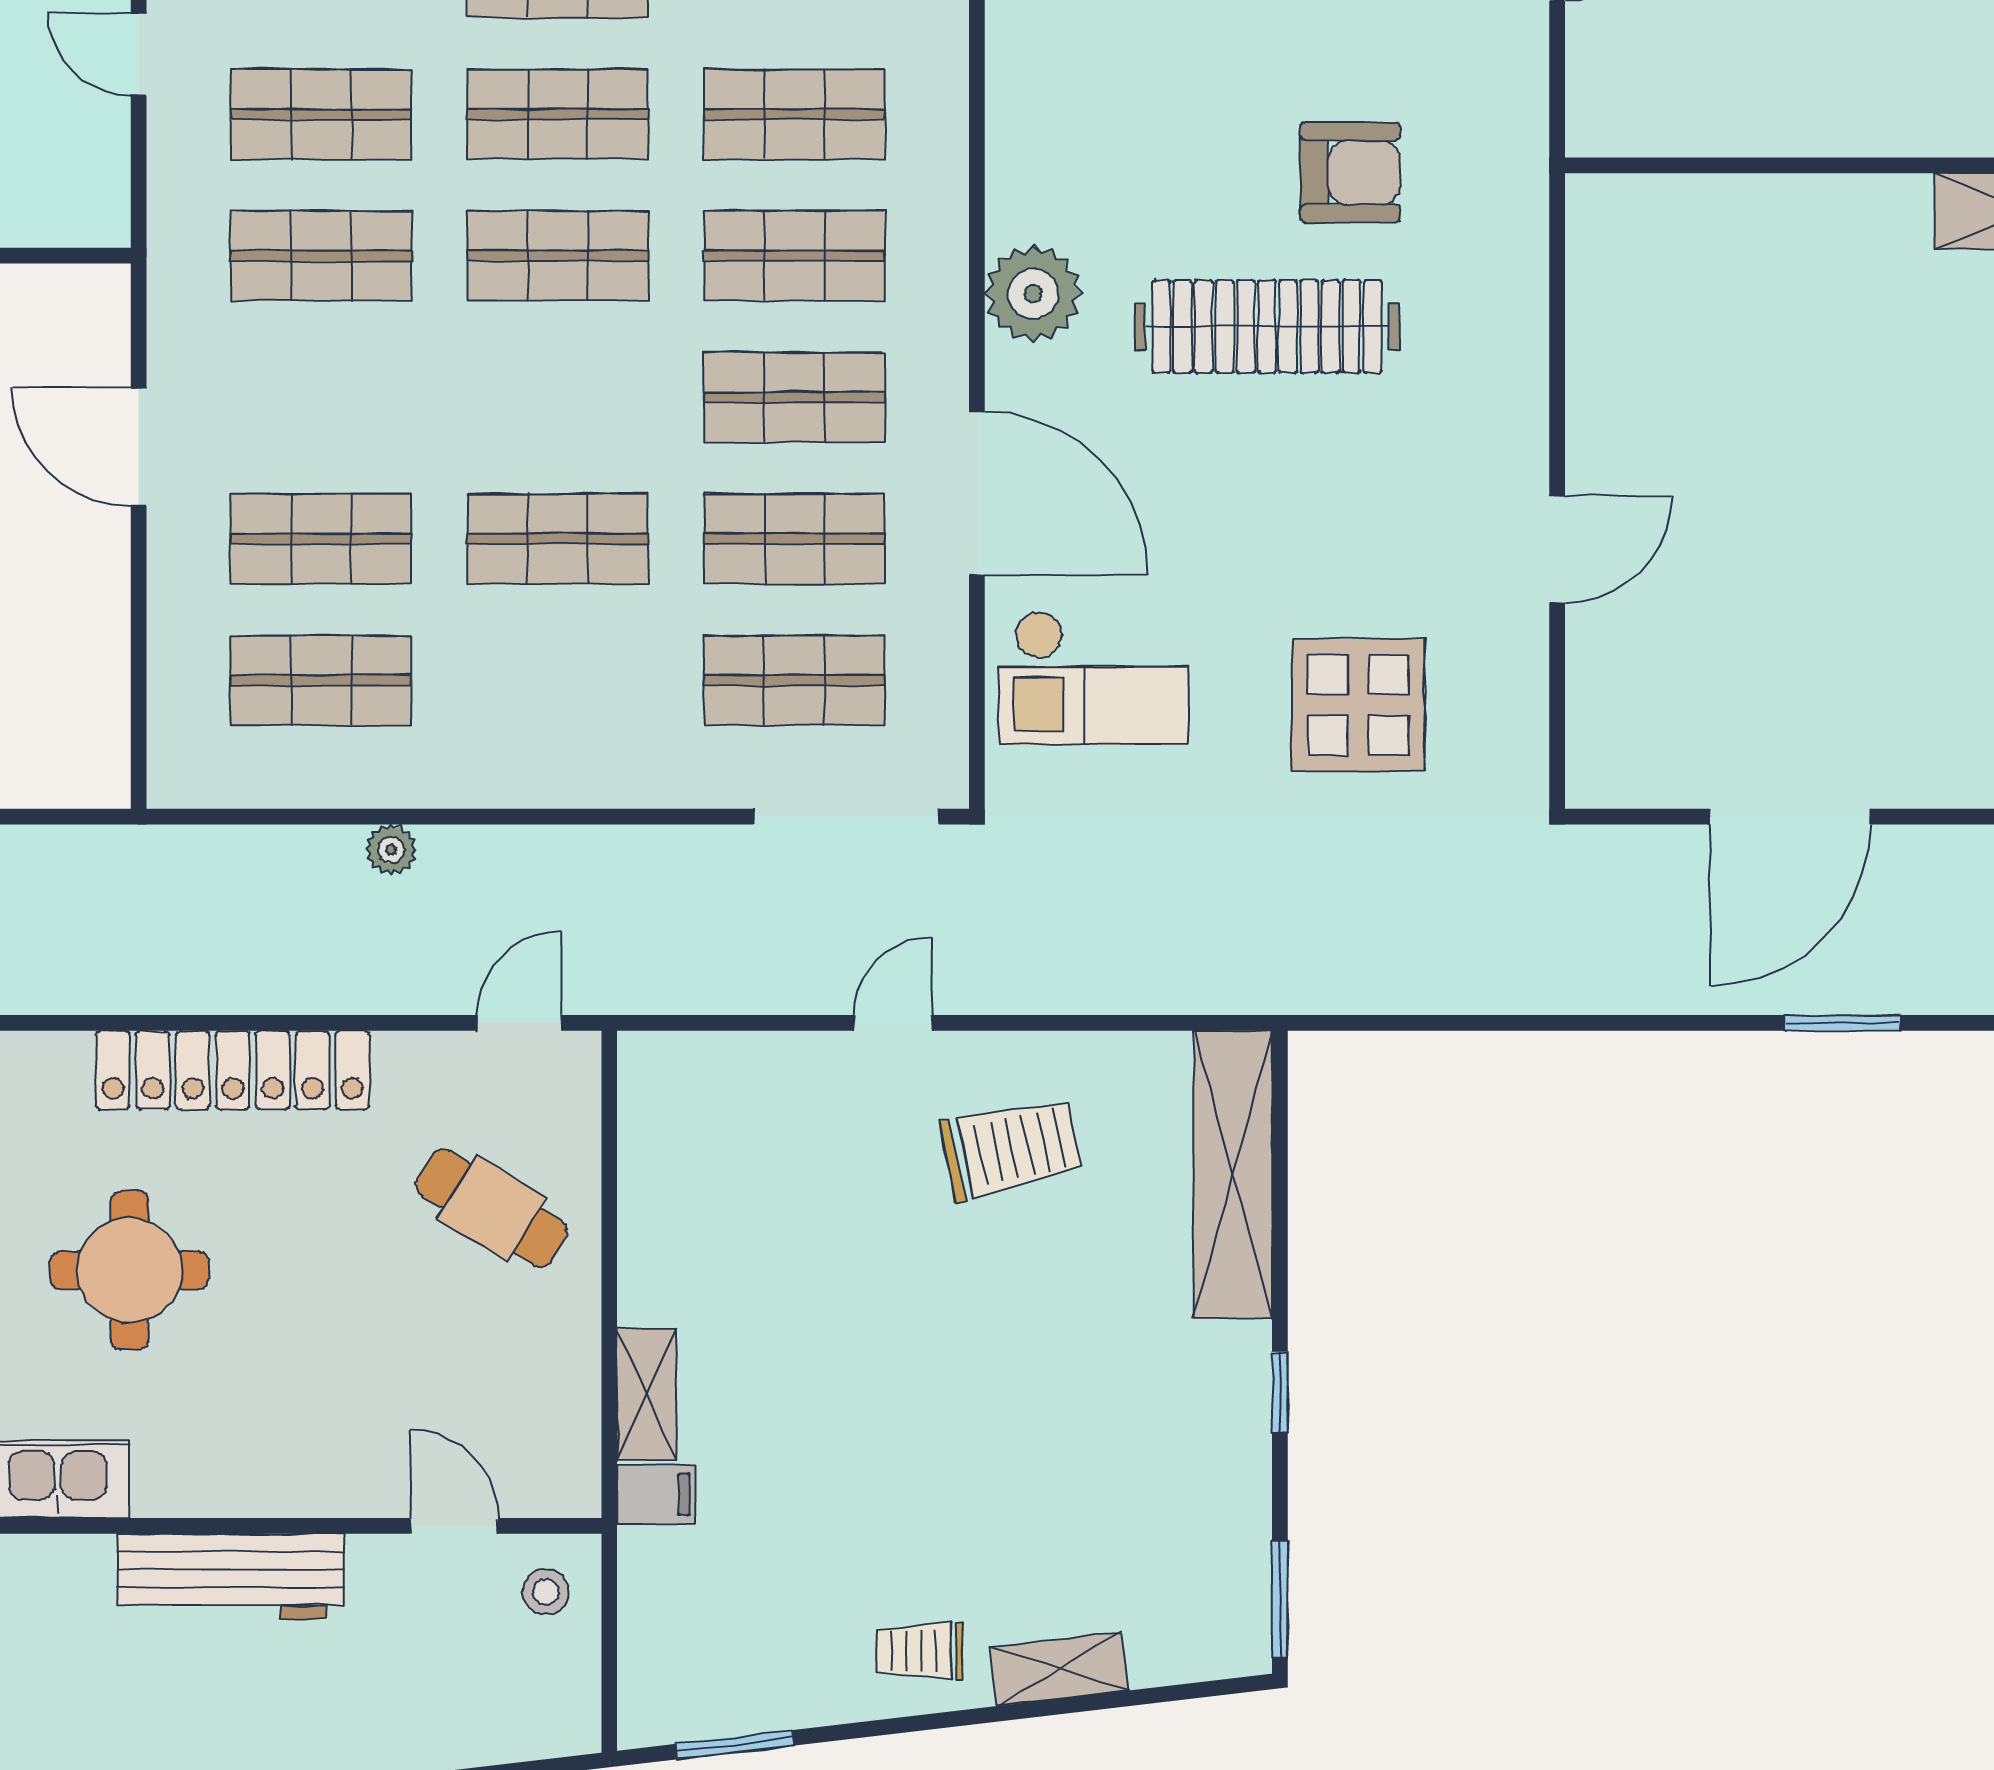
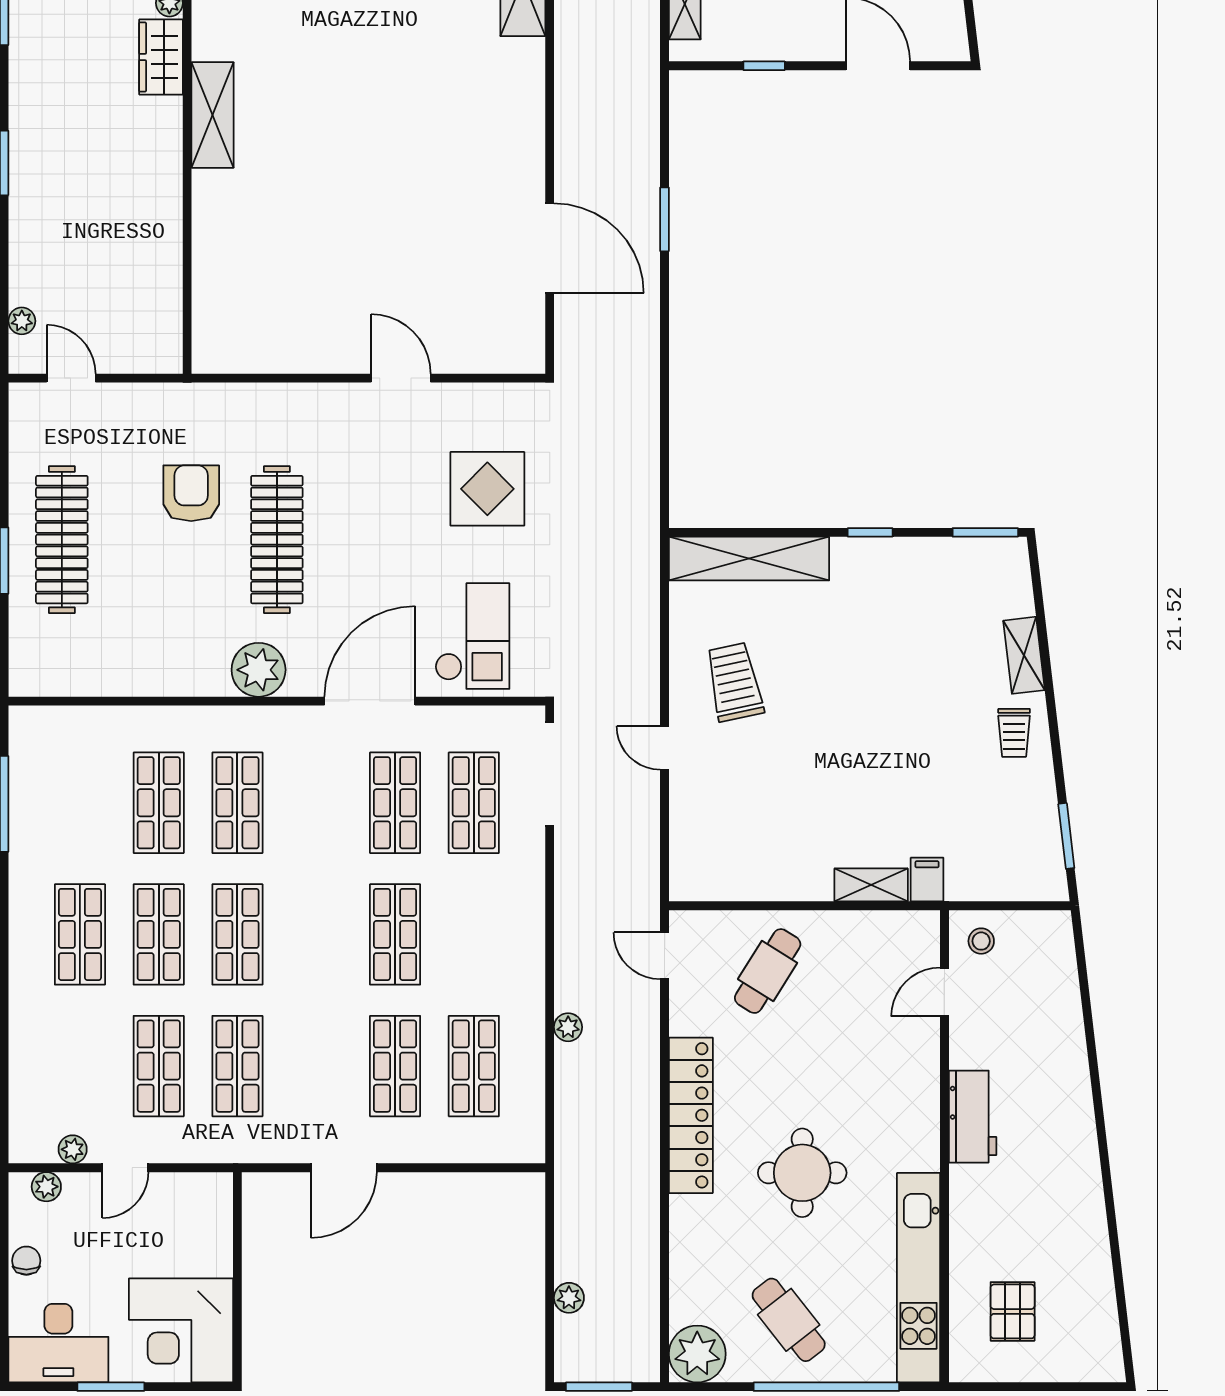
shop shelf: (794, 397) -> (316, 803), removed
workbench: (231, 1576) -> (973, 1117), width x0.73

